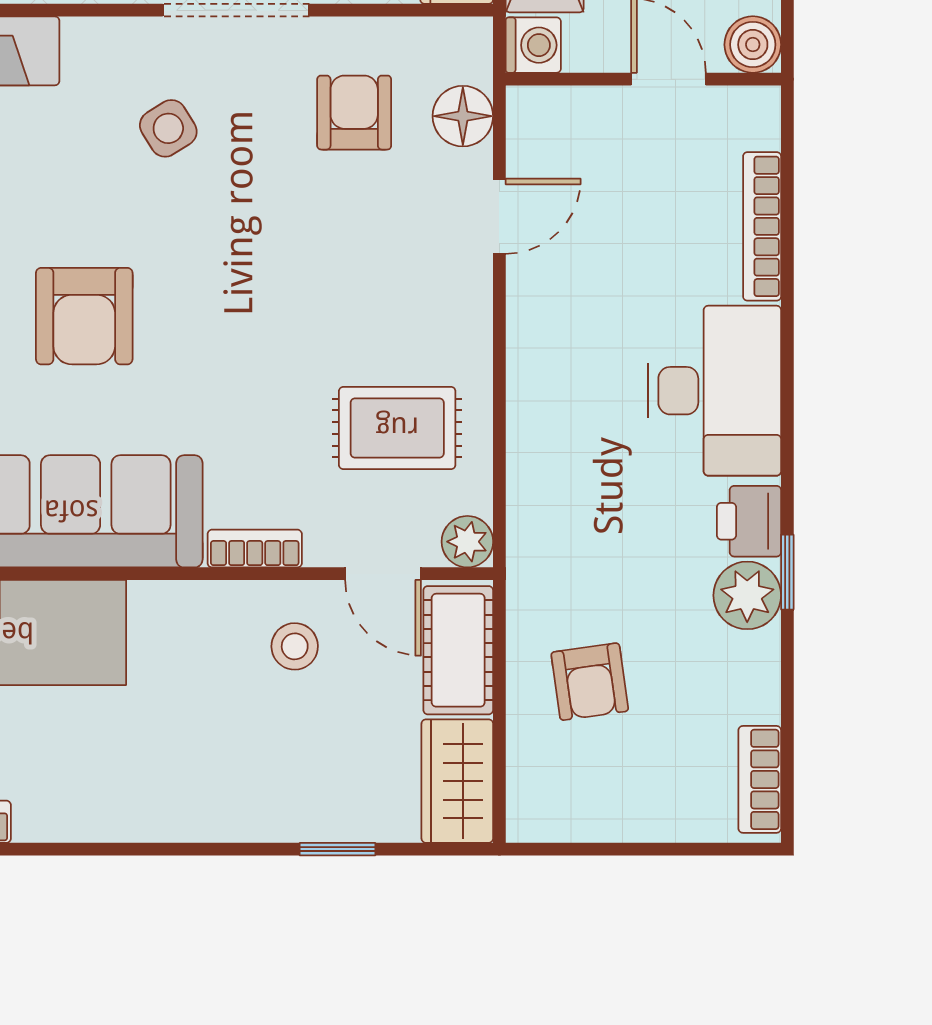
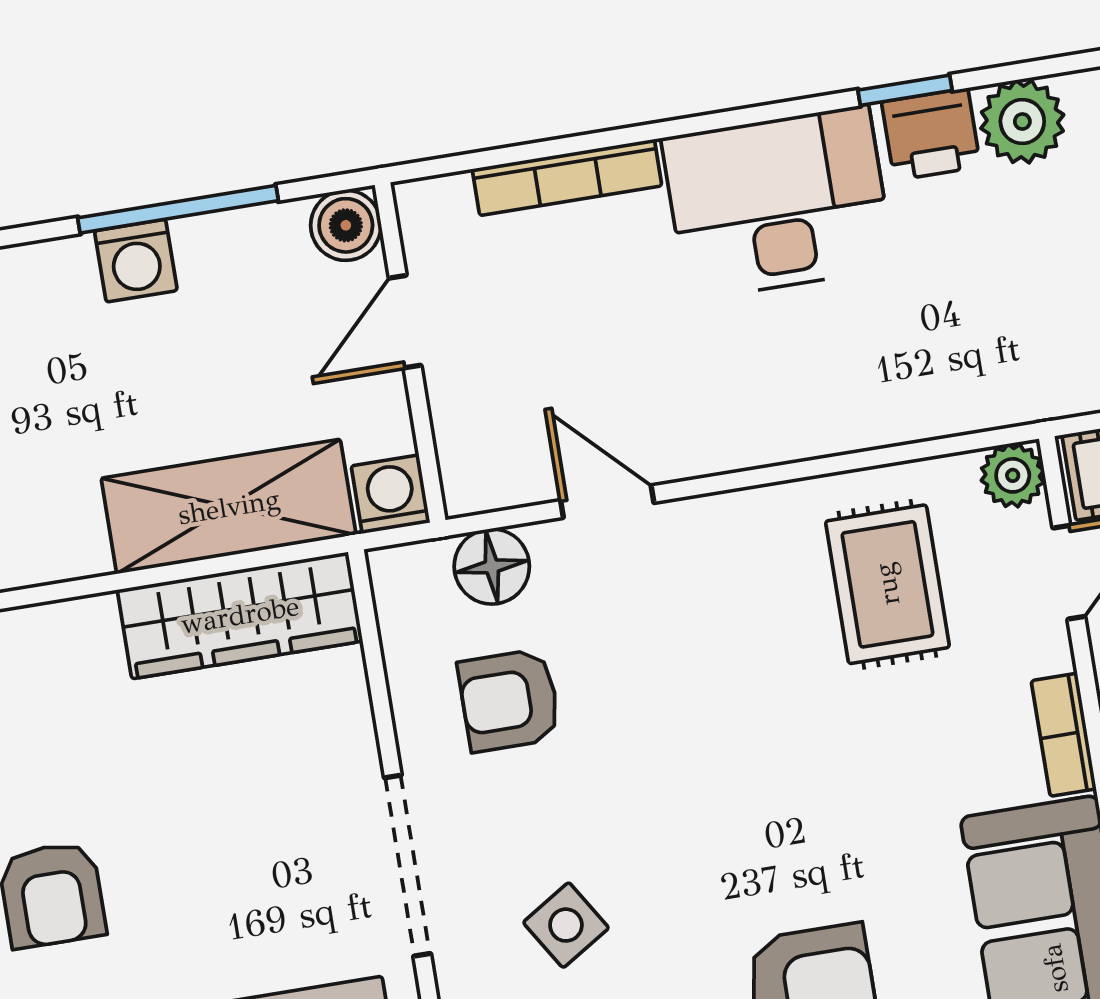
window: (787, 572) -> (905, 90), moved

